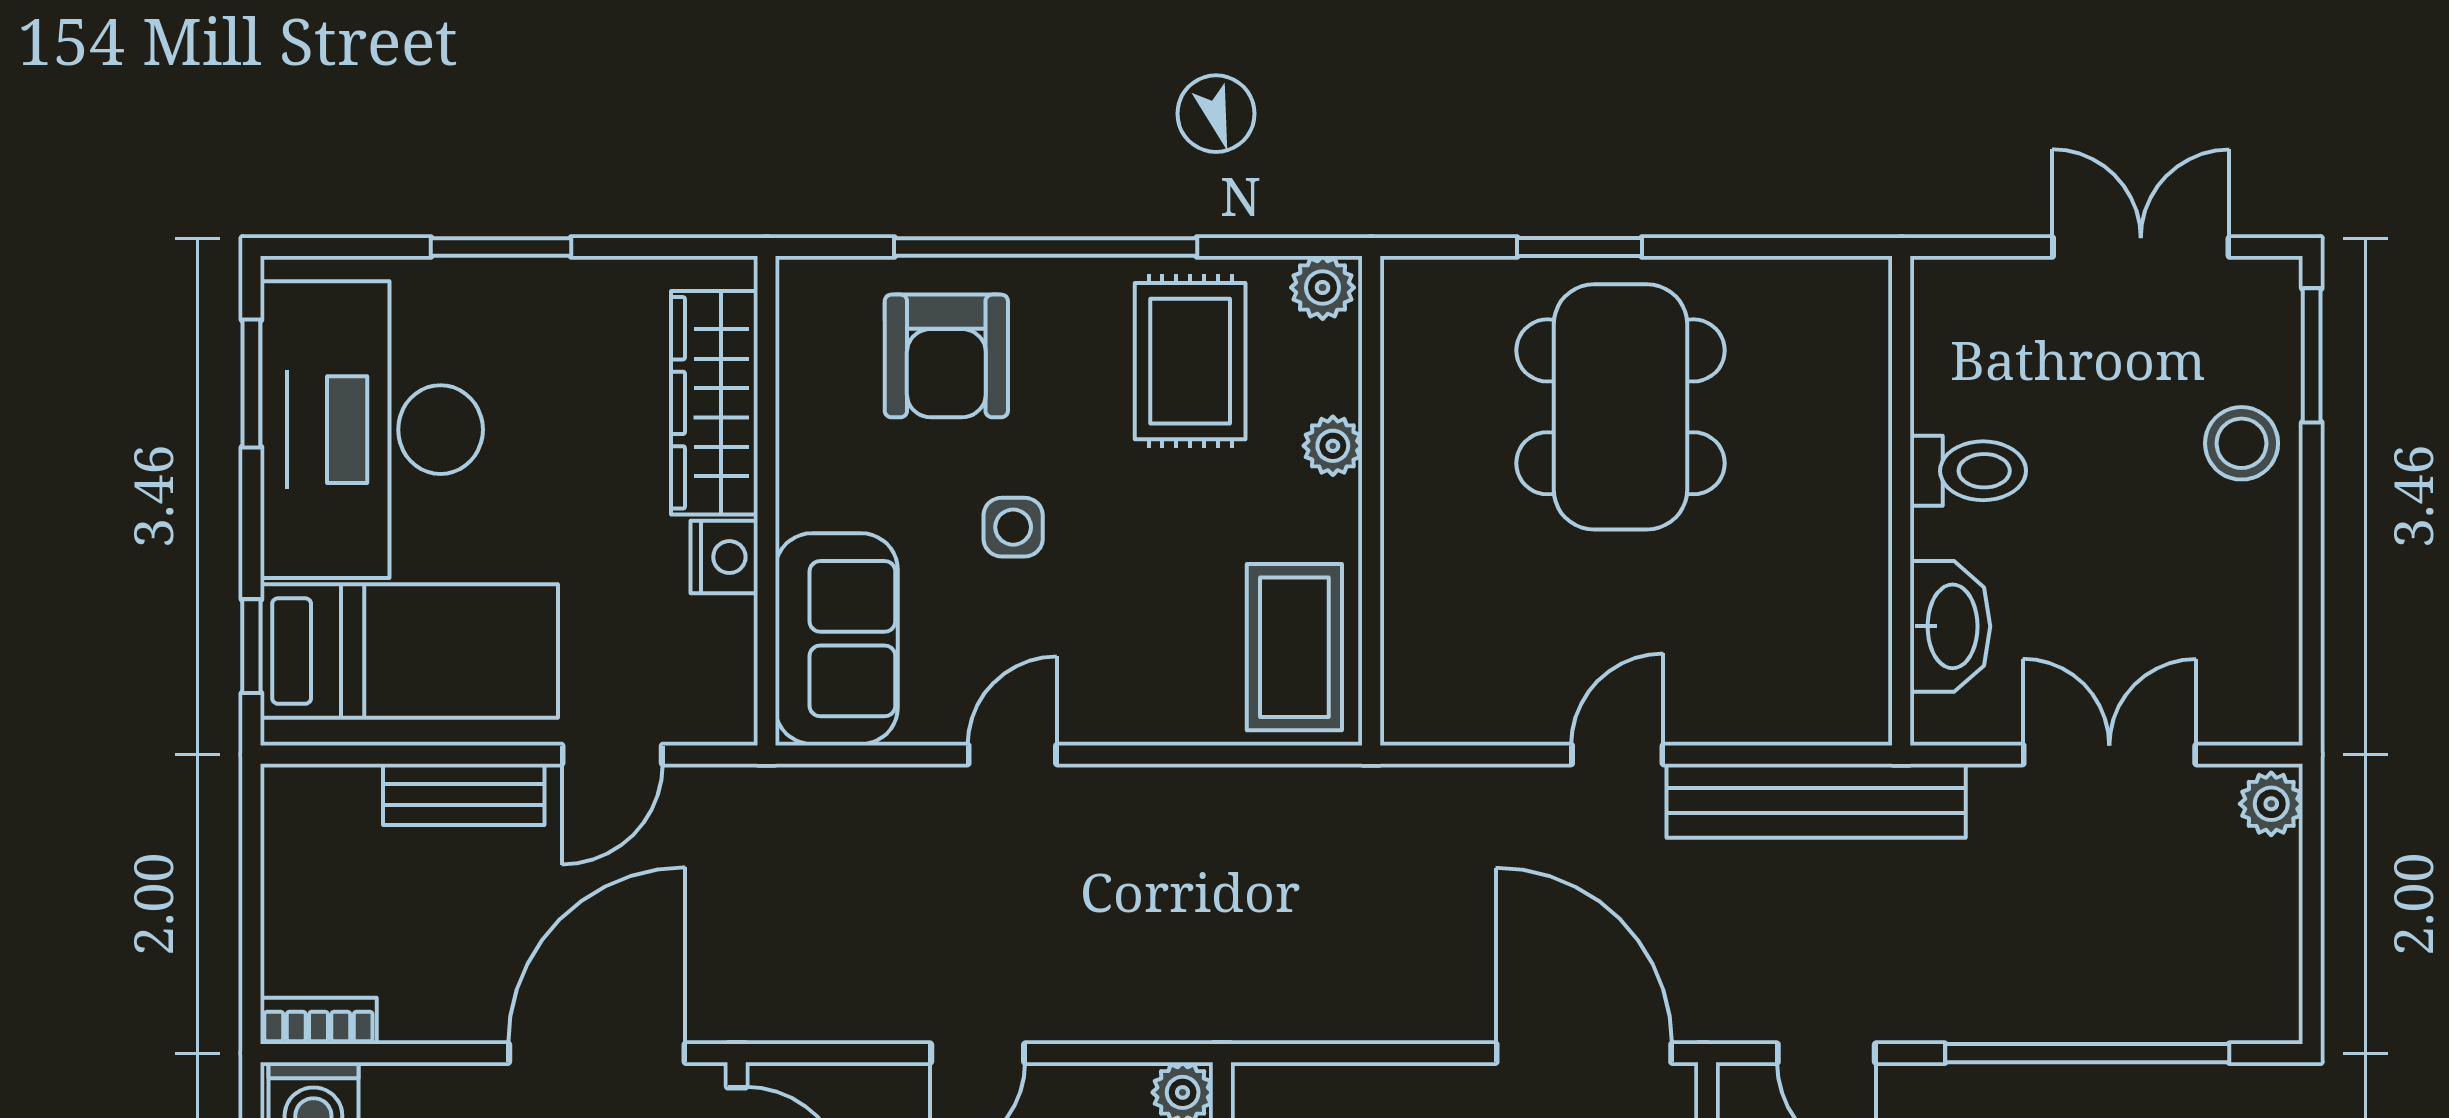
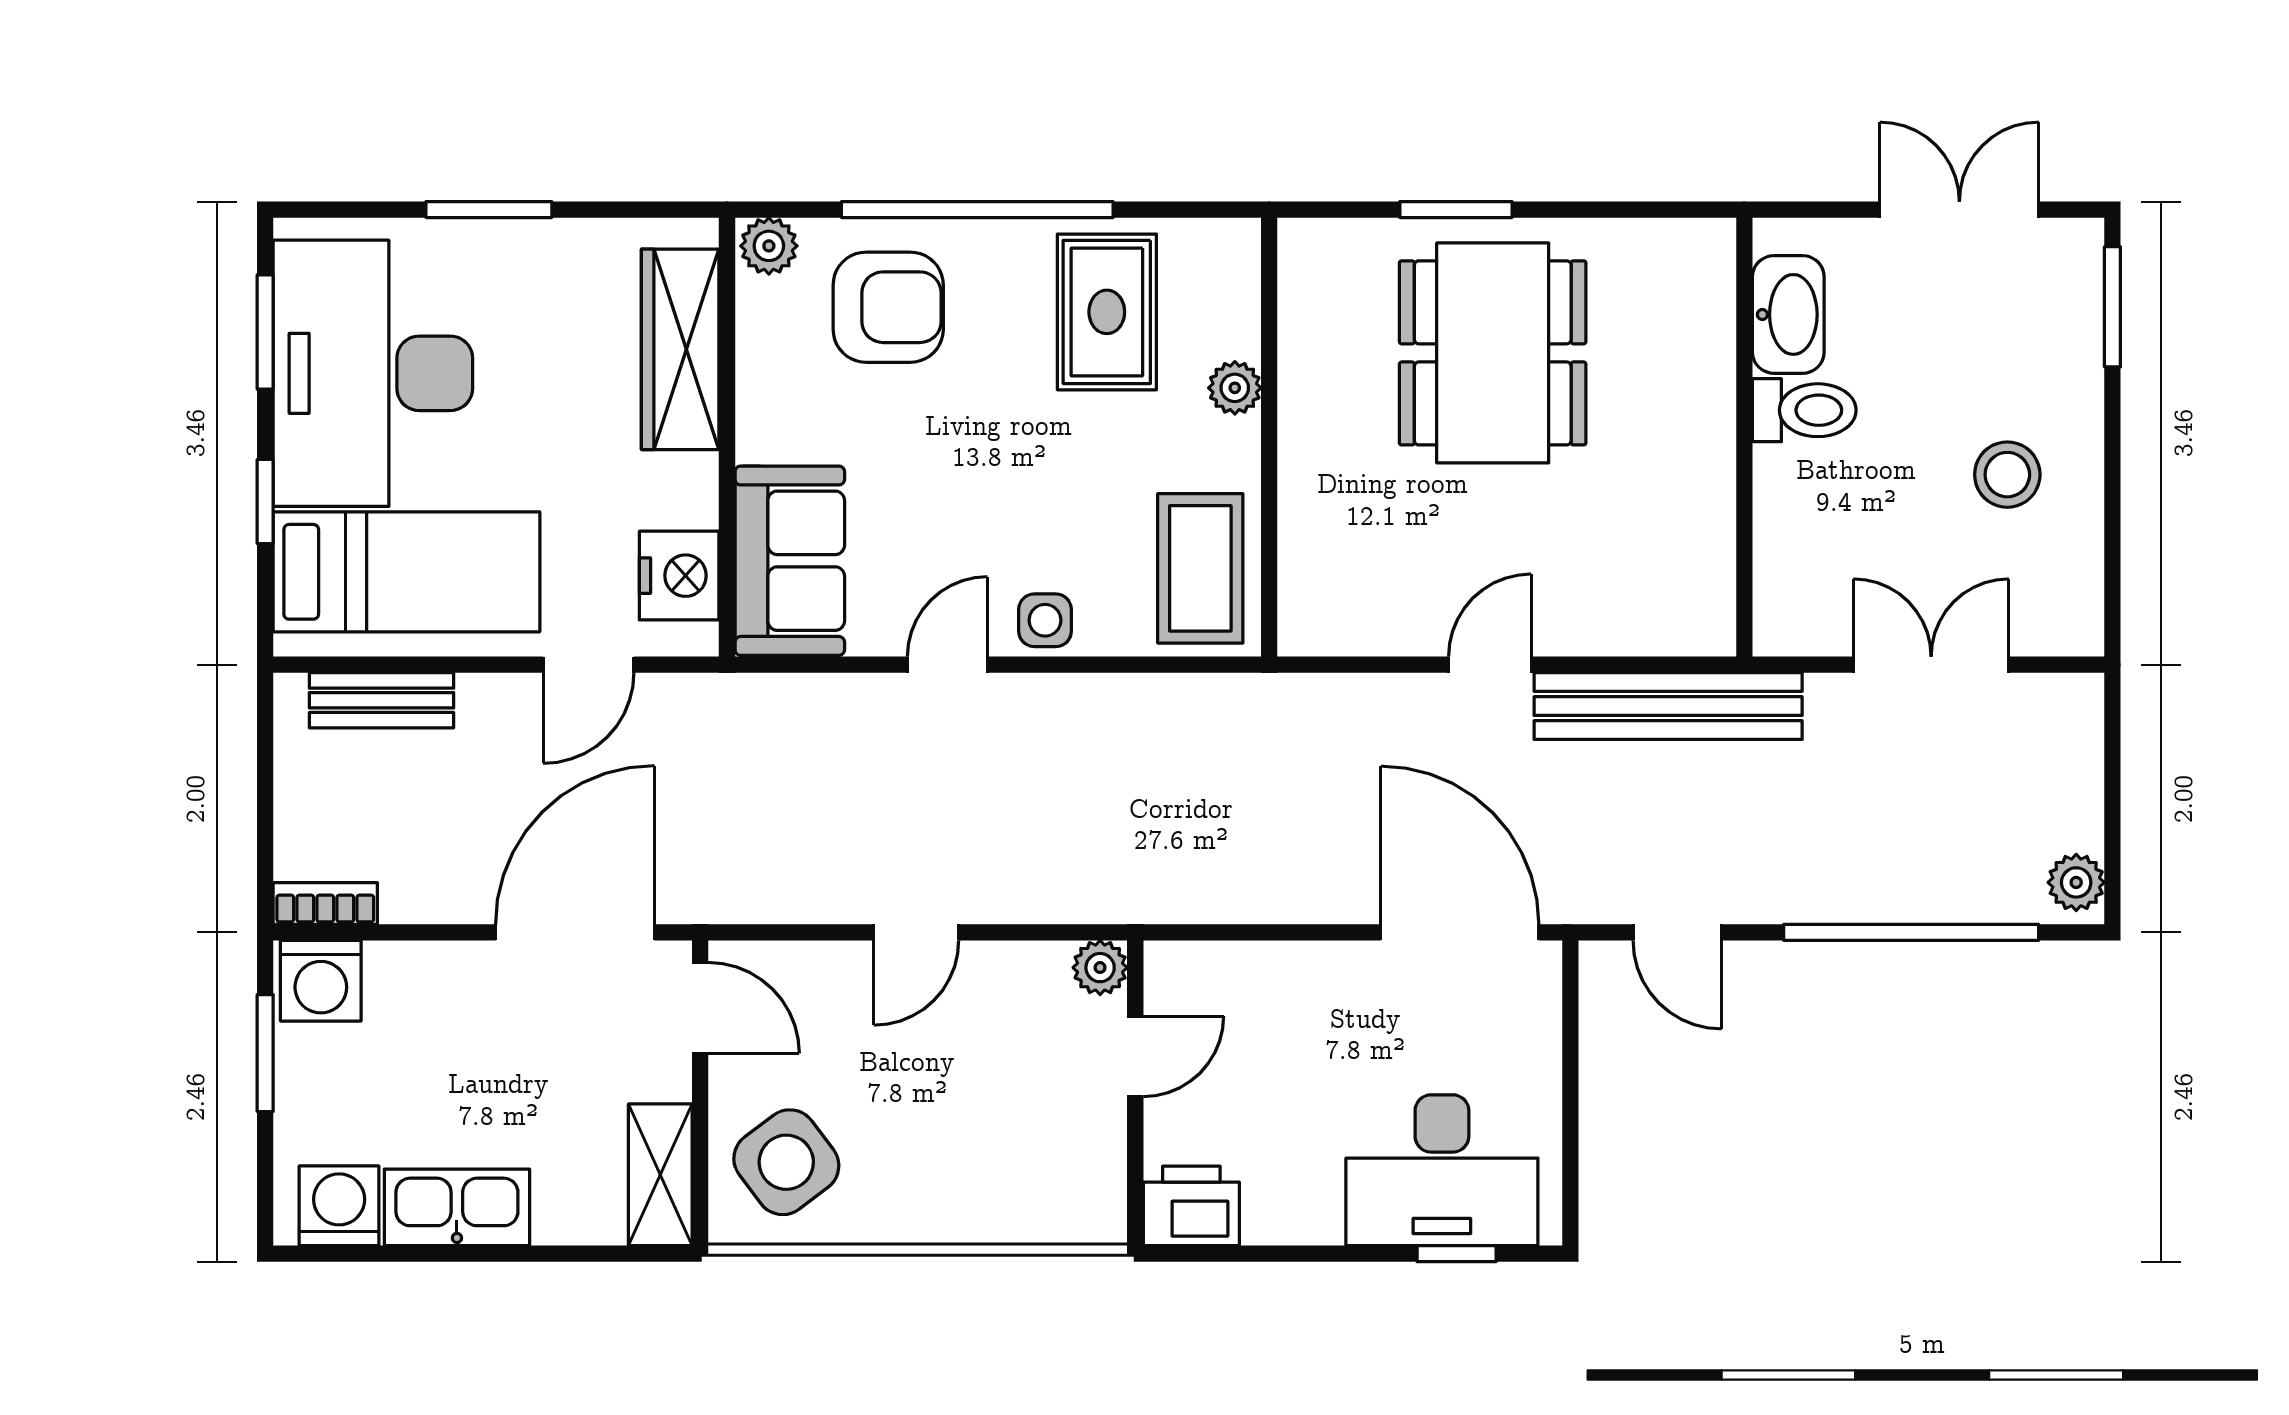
plant: (1323, 288) -> (769, 246), moved
armchair: (946, 356) -> (888, 307), turned -90
stool: (2242, 443) -> (2007, 475), moved
side table: (1013, 527) -> (1045, 620), moved
nightstand: (724, 557) -> (679, 576), moved, width x1.36, depth x1.33
washbasin: (1950, 626) -> (1788, 314), moved
window: (251, 646) -> (265, 502), moved
bench: (464, 794) -> (382, 700), moved
plant: (2271, 804) -> (2076, 882), moved

